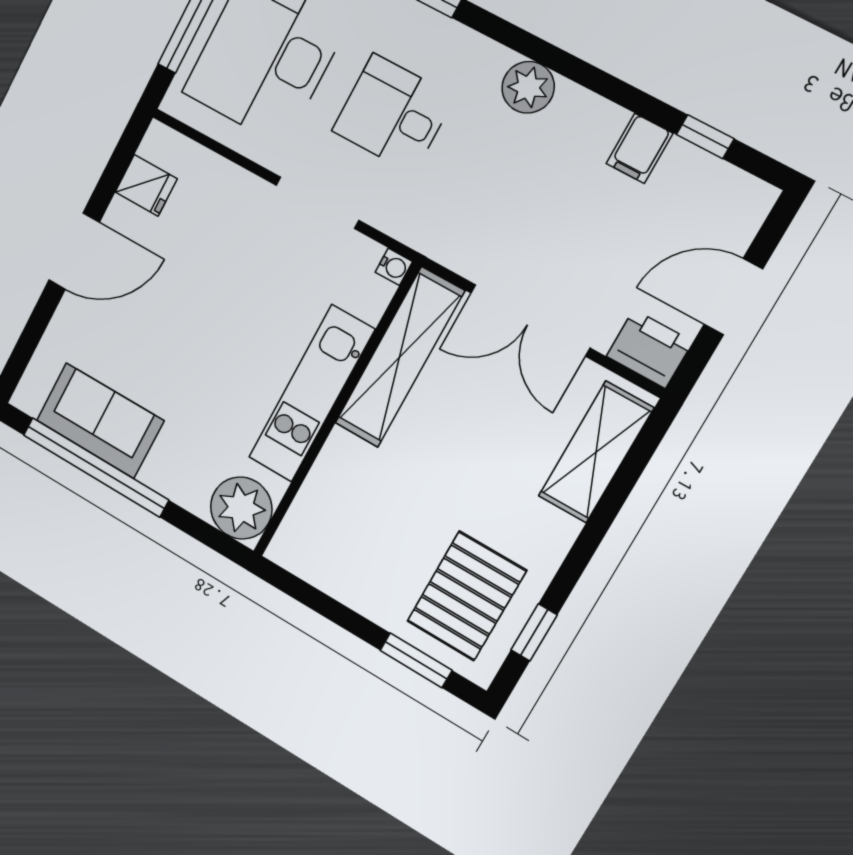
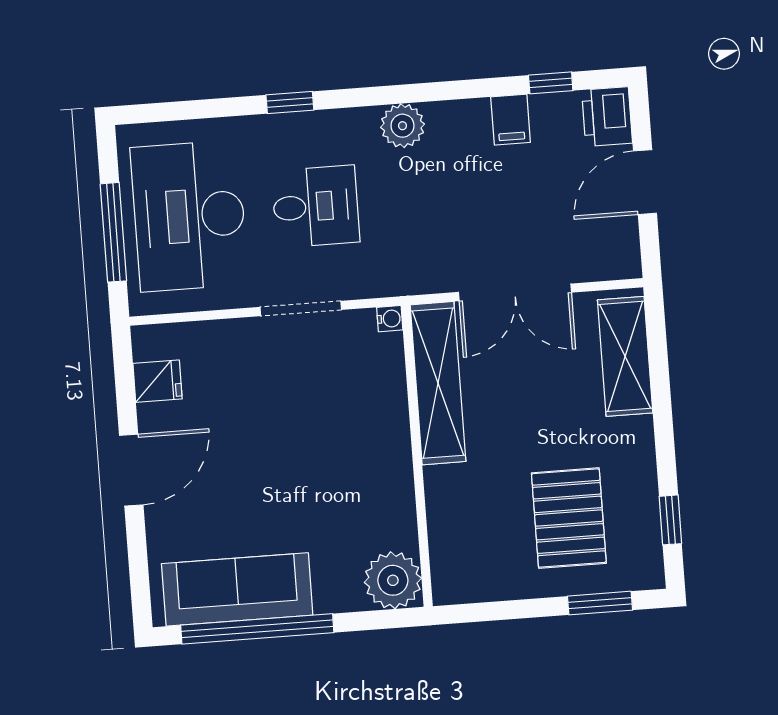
desk: (393, 114) -> (316, 206), turned 180
printer: (650, 349) -> (607, 117), moved, turned -90
kitchen unit: (311, 394) -> (390, 455), removed
sofa: (100, 421) -> (237, 589), width x1.36
pallet: (467, 596) -> (569, 518), moved

